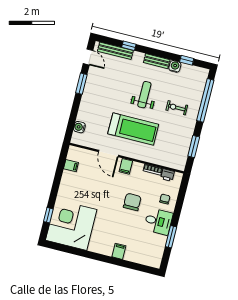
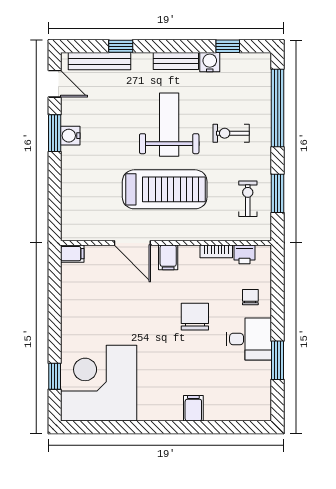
weight bench: (144, 95) -> (169, 125), width x1.36, depth x1.33
water cooler: (79, 127) -> (70, 136), moved
exercise bike: (177, 145) -> (248, 199), added
filing cabinet: (71, 166) -> (72, 254), moved

